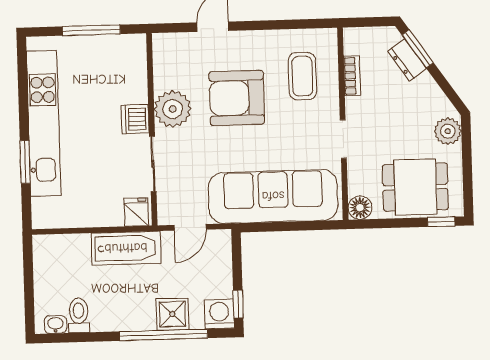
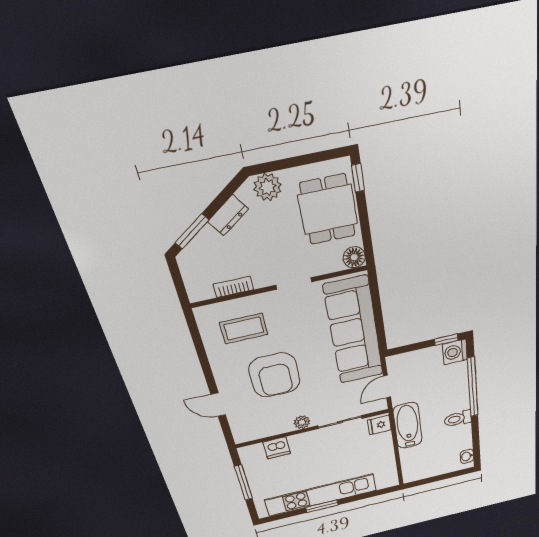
dresser: (407, 60) -> (228, 215), moved
plant: (173, 109) -> (302, 422), width x0.53, depth x0.53
dishwasher: (135, 119) -> (277, 448), moved
window: (25, 162) -> (322, 506), moved
door: (190, 227) -> (387, 387), swing flipped
shower: (172, 314) -> (456, 385), removed
toilet: (79, 315) -> (458, 419), moved

